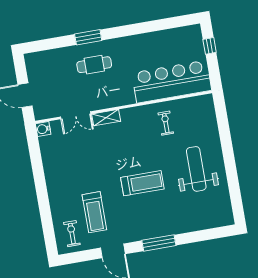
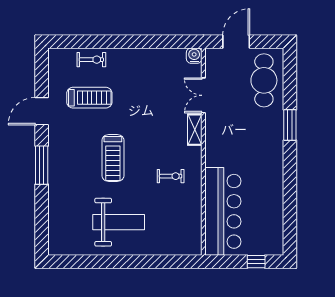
cafe table: (94, 65) -> (264, 80), moved, width x1.37, depth x1.35
exercise bike: (166, 123) -> (171, 176), moved
treadmill: (94, 212) -> (89, 98), turned 180
exercise bike: (72, 234) -> (91, 60), moved

